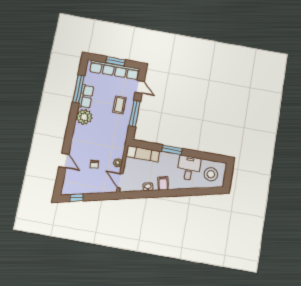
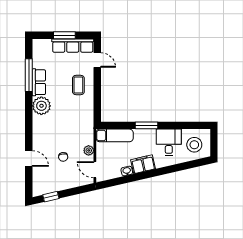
row of seats: (114, 70) -> (73, 46), width x0.73
window: (135, 114) -> (97, 92), removed
filing cabinet: (163, 183) -> (143, 164), width x2.00

